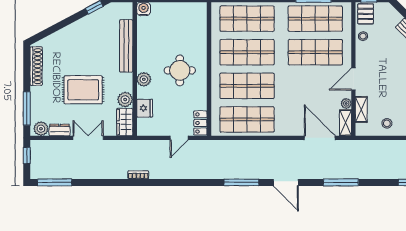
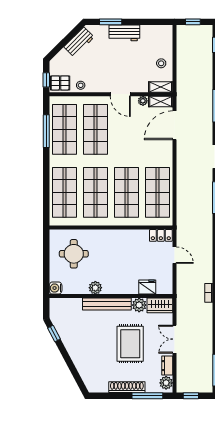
bench: (126, 46) -> (107, 304), moved
shoe rack: (36, 66) -> (127, 387), moved
round table: (180, 70) -> (74, 254), moved
plant: (144, 79) -> (95, 288), moved
shelving: (361, 109) -> (161, 87), moved

